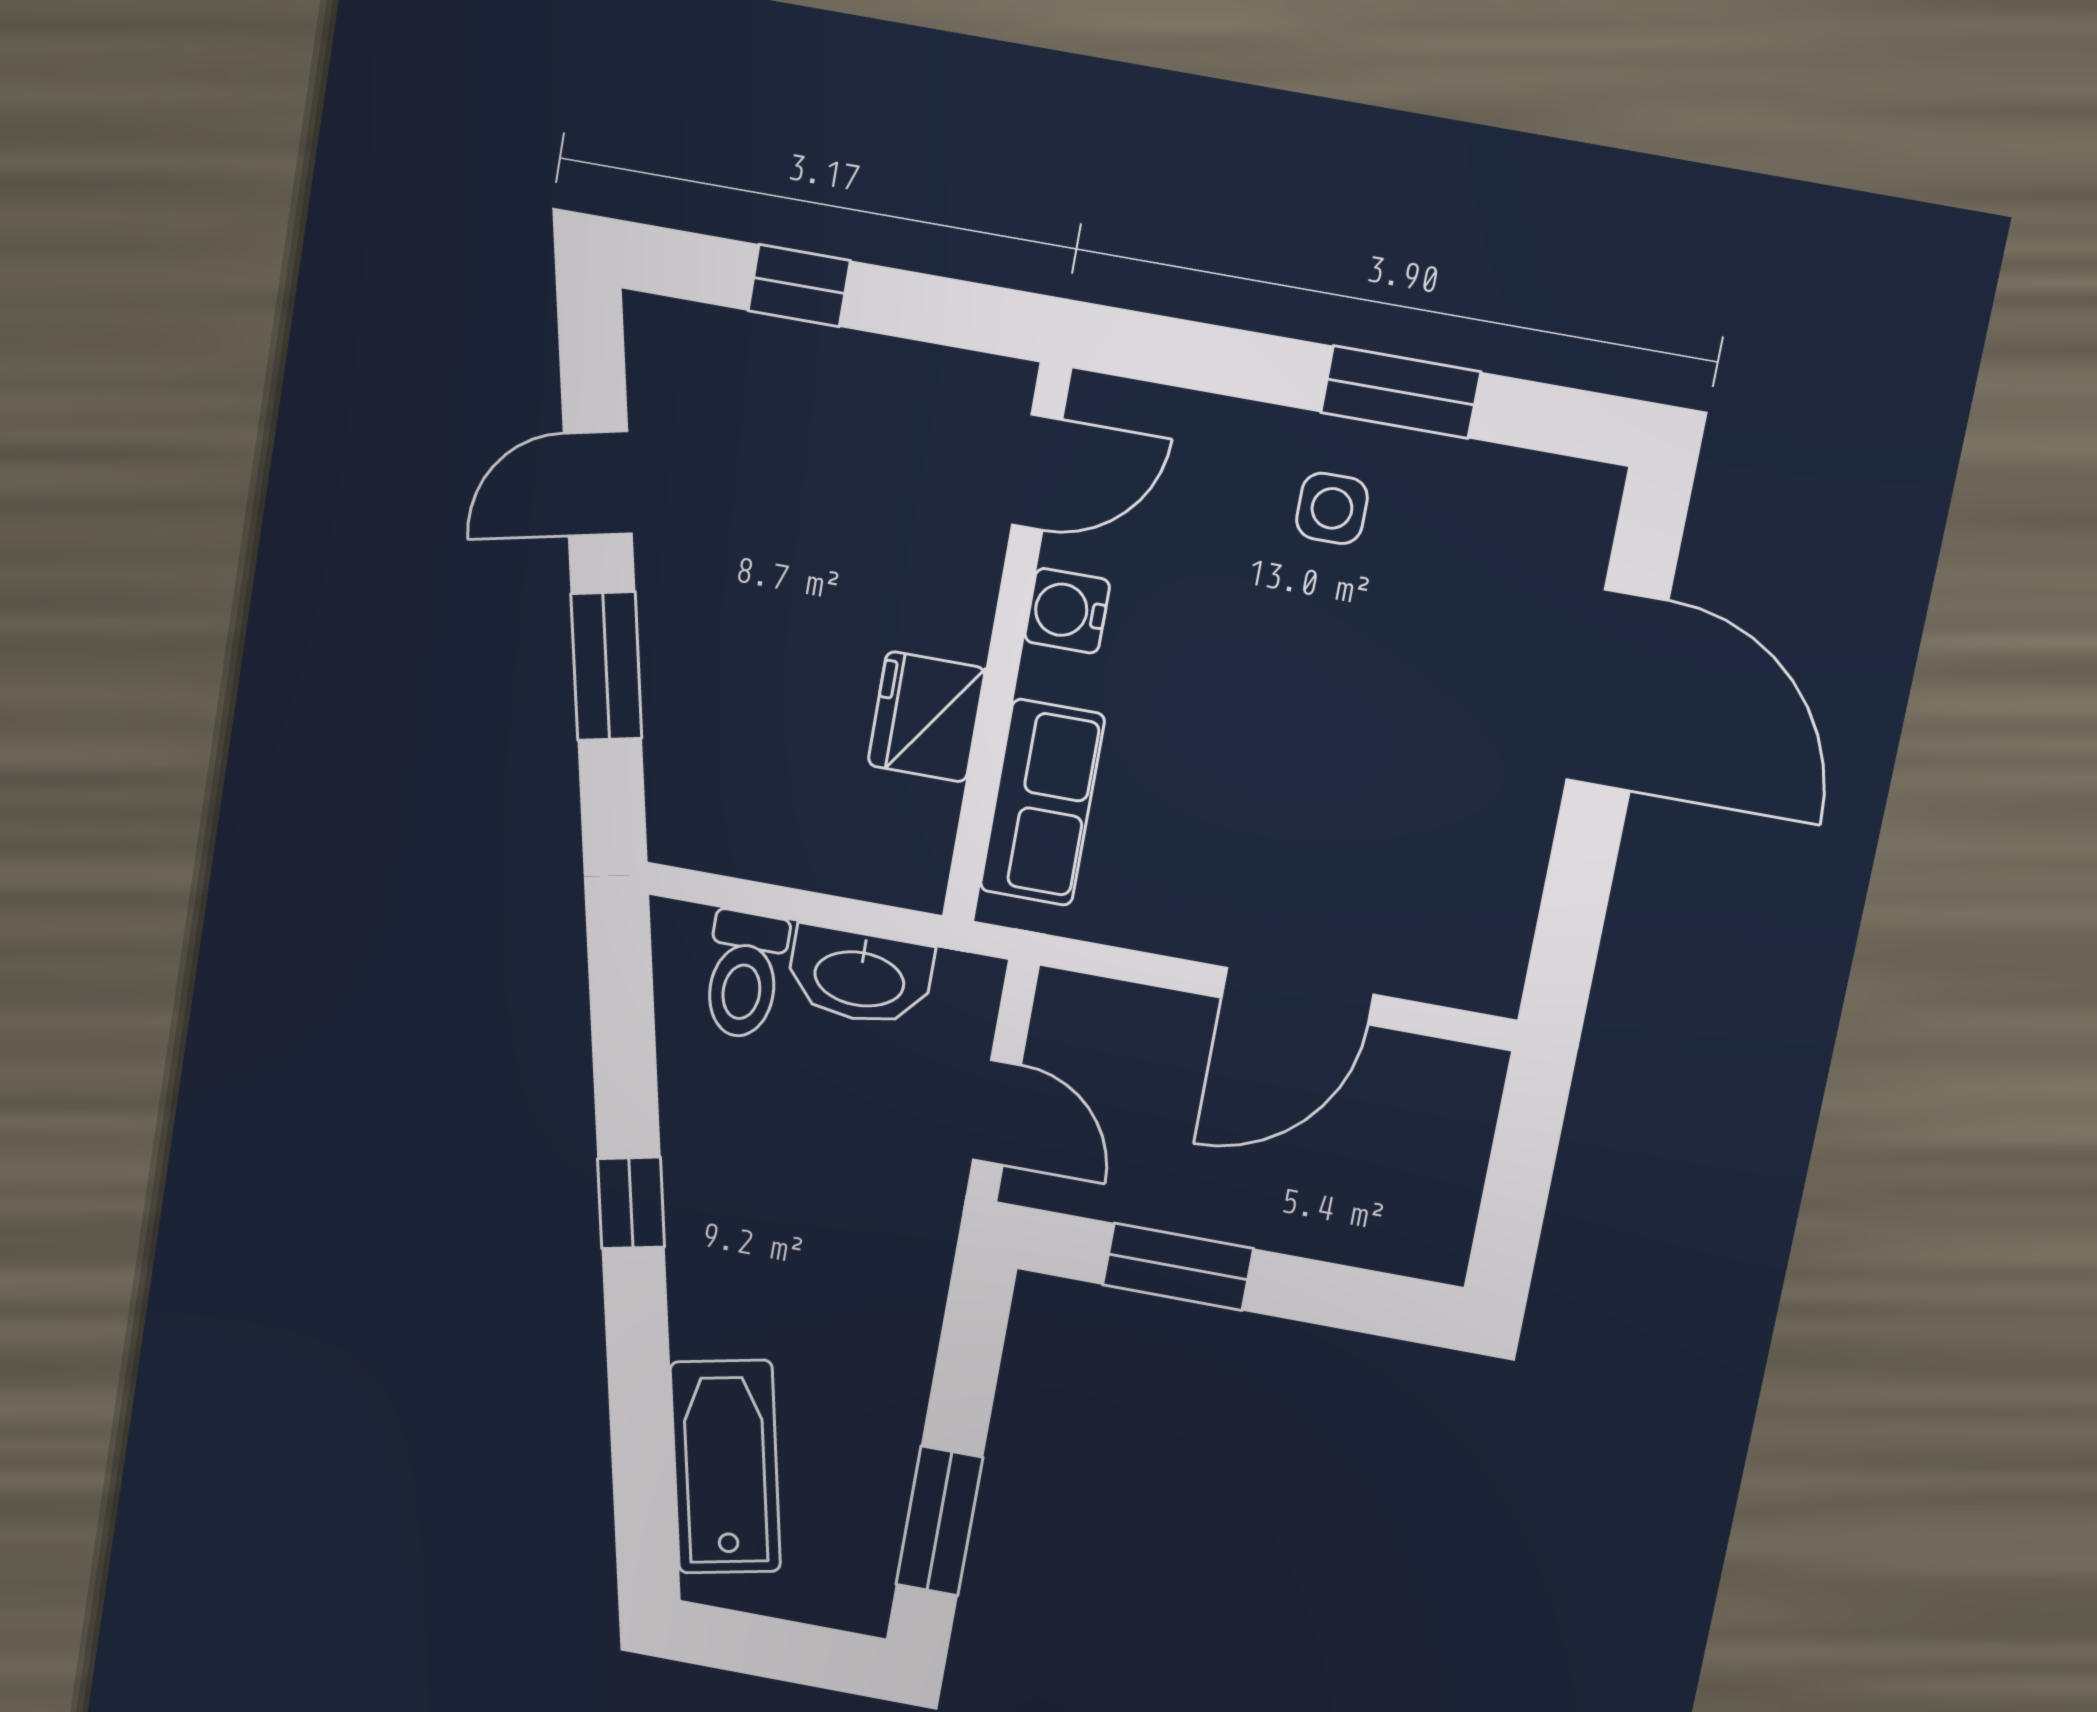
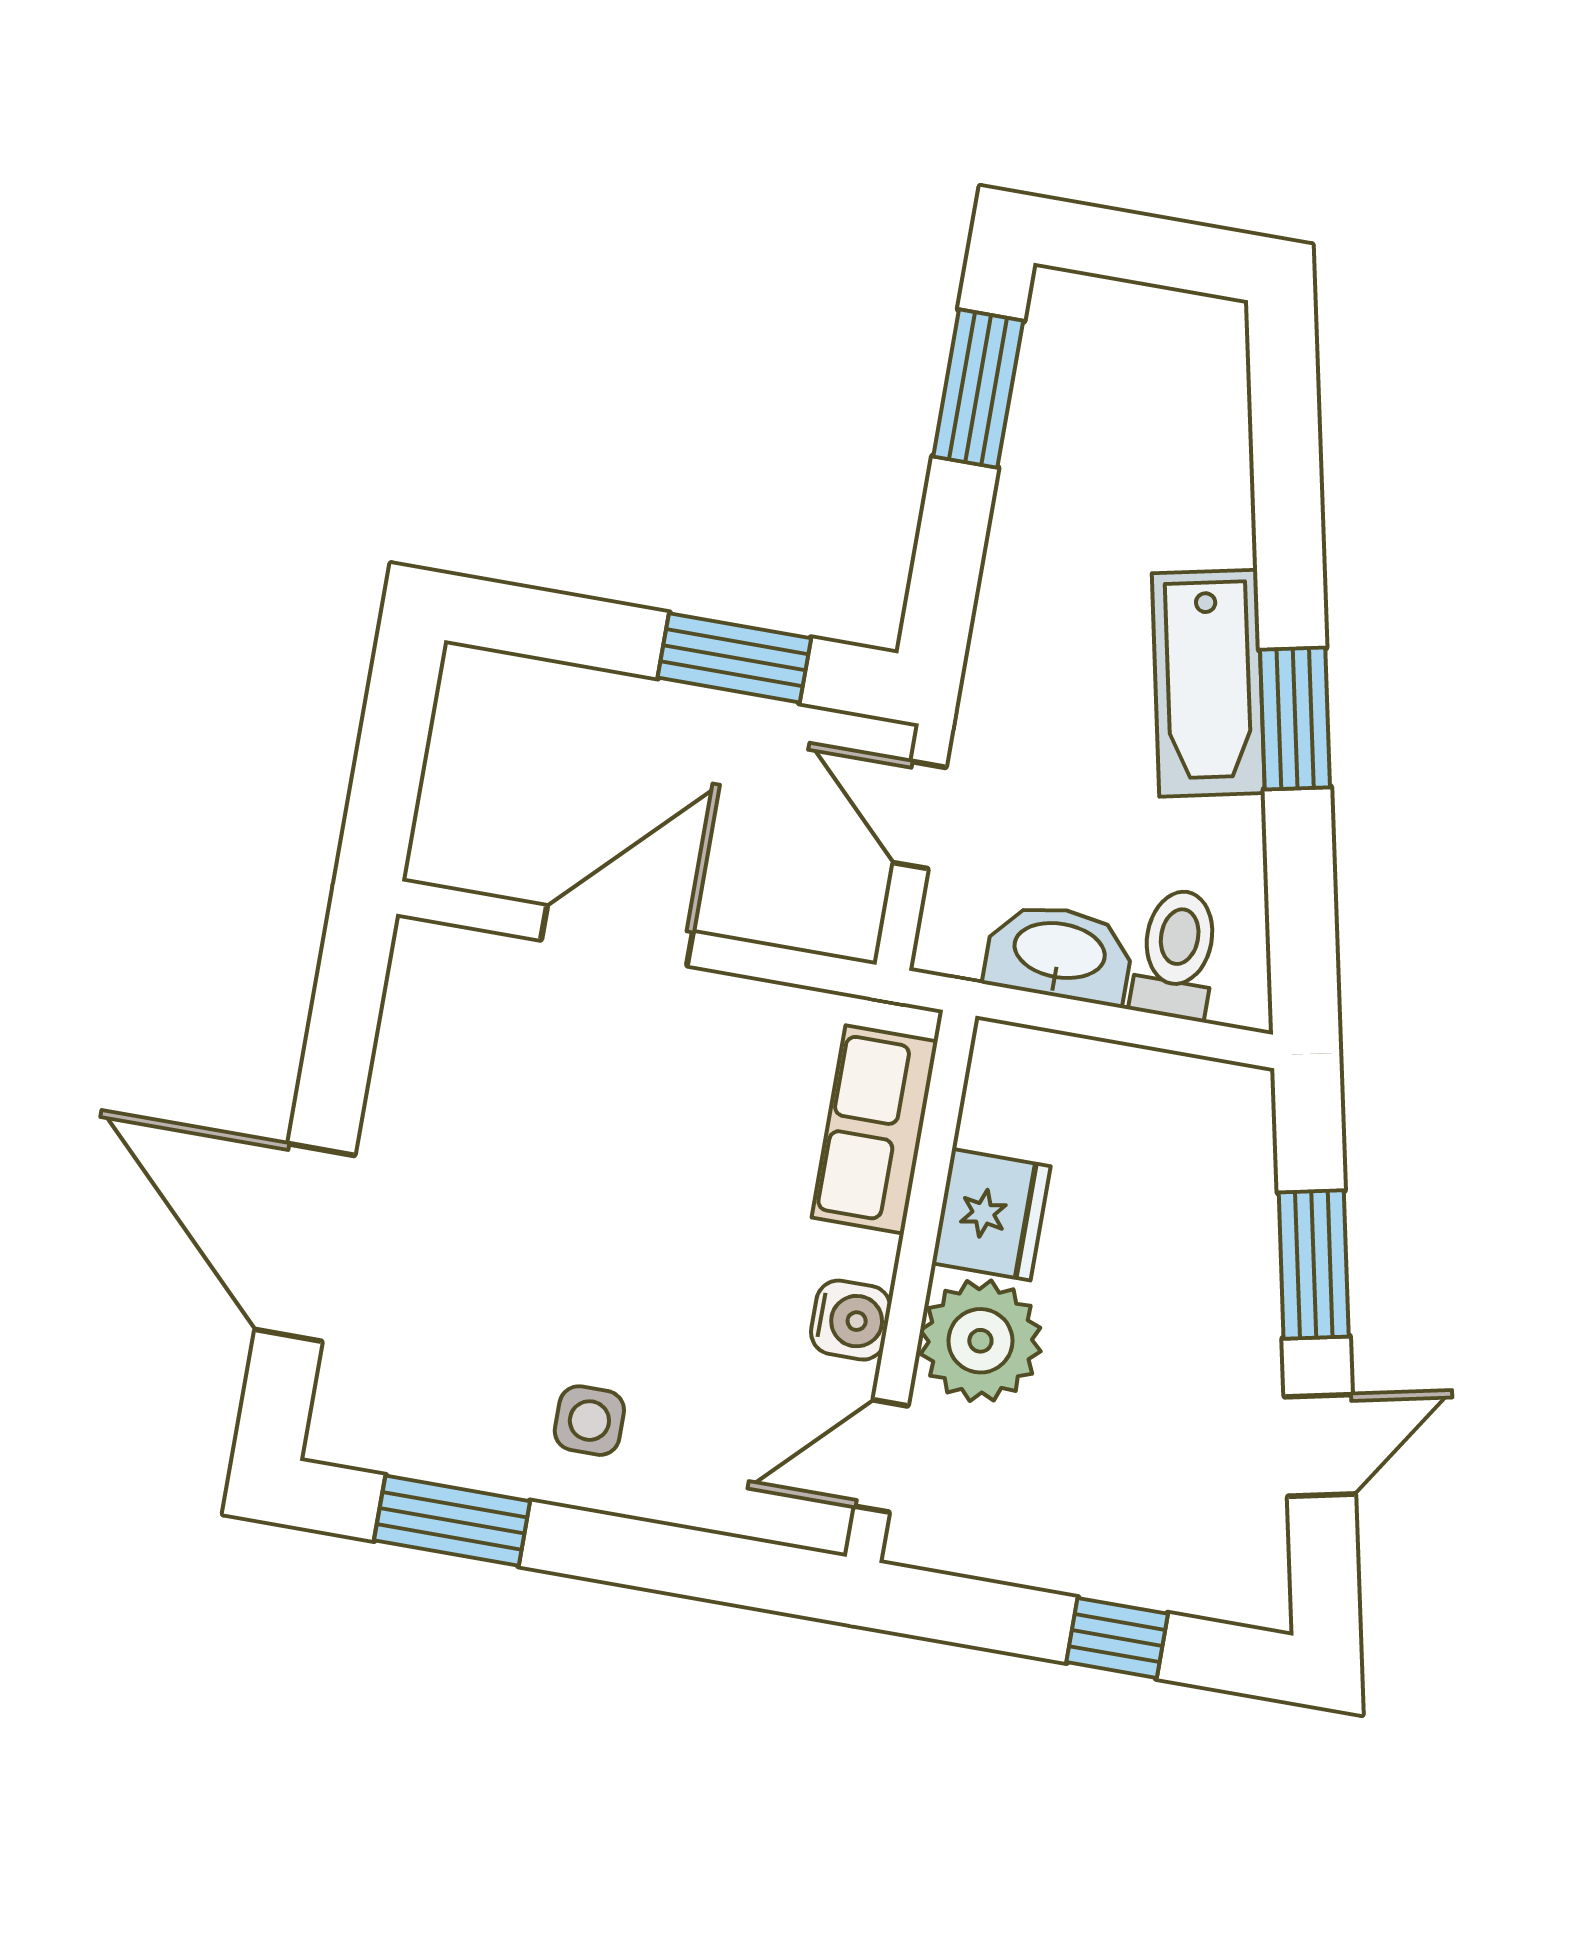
window: (1401, 392) -> (452, 1521), moved
plant: (937, 590) -> (980, 1341), added
window: (631, 1203) -> (1295, 718), width x1.50
bathtub: (725, 1467) -> (1208, 683), moved

